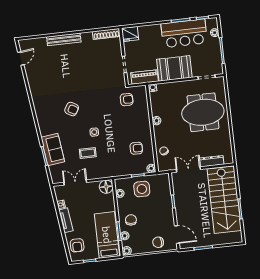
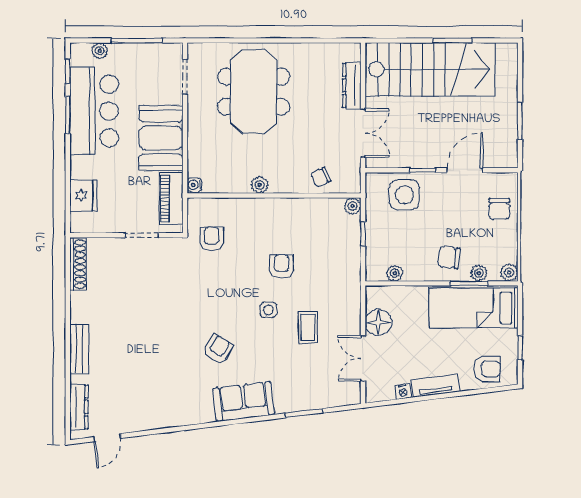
fridge: (130, 34) -> (83, 195), moved
bench: (64, 39) -> (79, 349), width x0.73
dresser: (35, 43) -> (79, 407), added
door: (21, 58) -> (107, 438), swing flipped
armchair: (136, 148) -> (281, 266), moved
sofa: (53, 149) -> (244, 402), moved
double door: (188, 170) -> (363, 133), swing flipped
floor lamp: (106, 187) -> (378, 322), moved
side table: (142, 189) -> (404, 195), moved
door: (177, 235) -> (465, 170), moved

